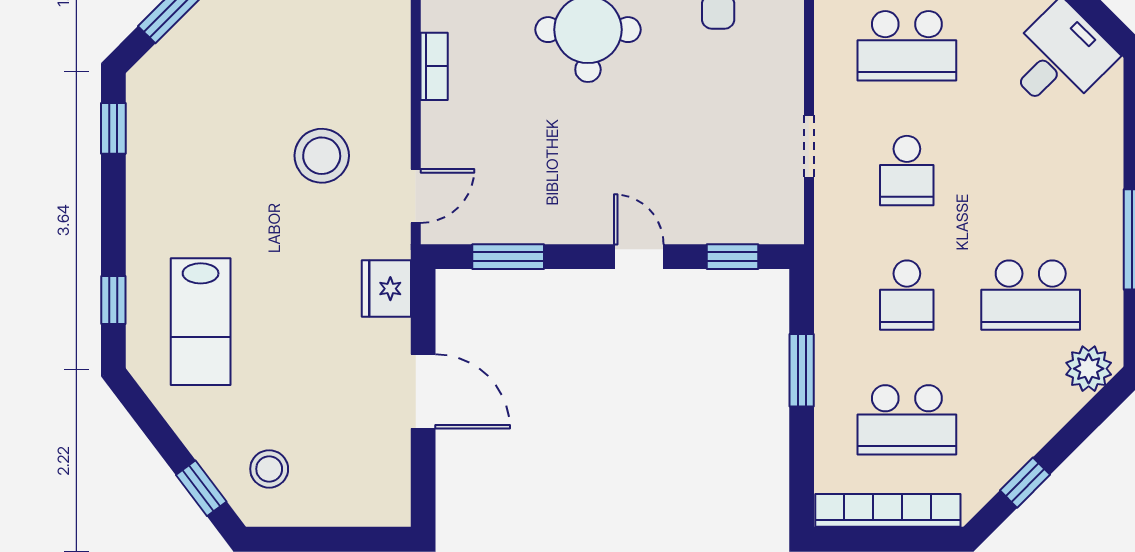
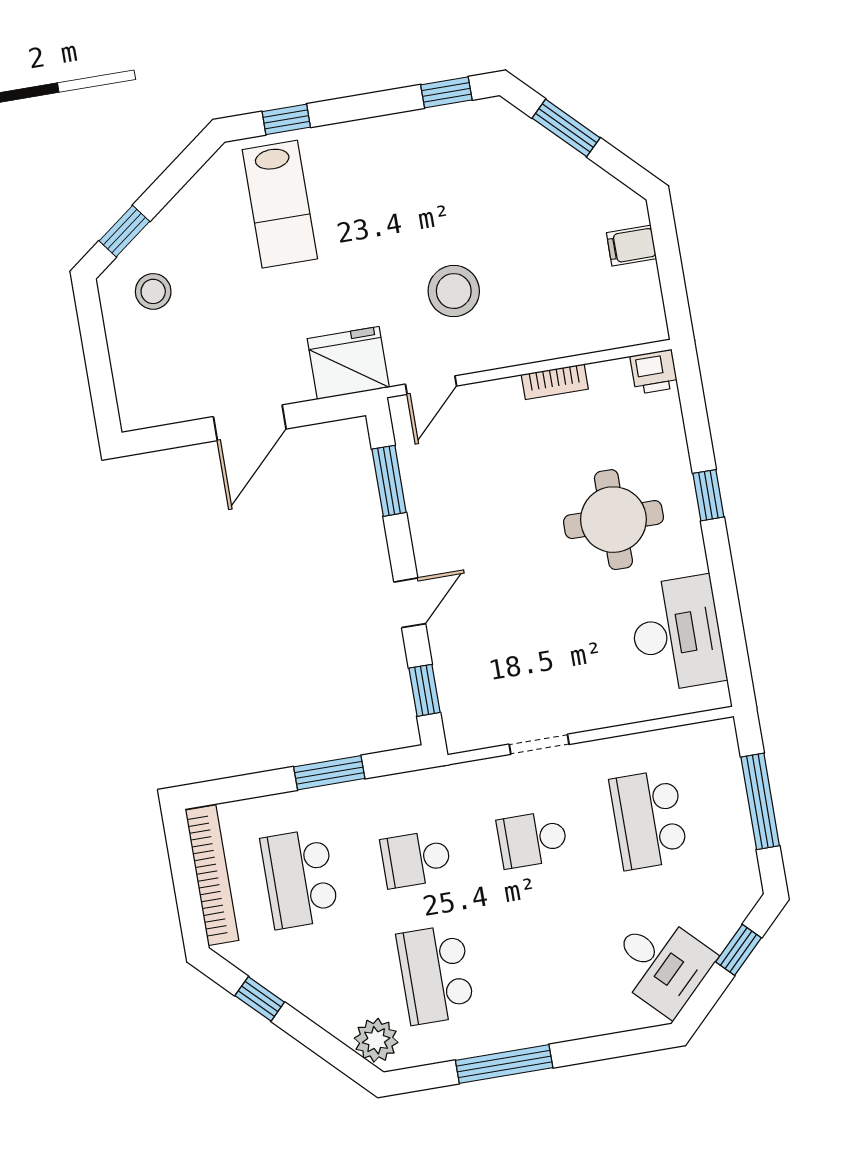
door: (416, 196) -> (431, 385), hinge flipped
fridge: (386, 289) -> (348, 363), width x1.36, depth x1.34
lab bench: (201, 322) -> (280, 204), turned -90

